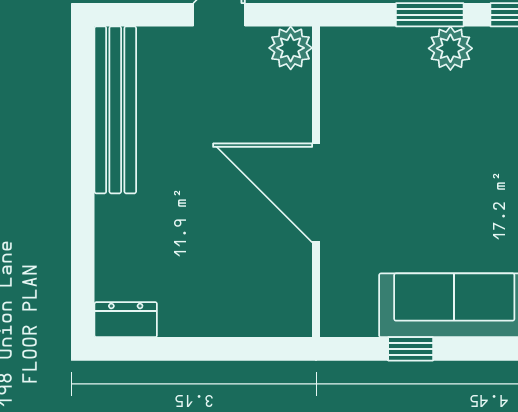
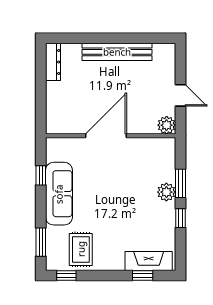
bench: (115, 110) -> (117, 52), moved
dresser: (126, 320) -> (53, 62), width x1.44

